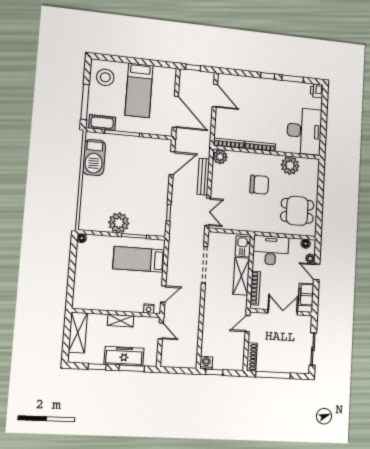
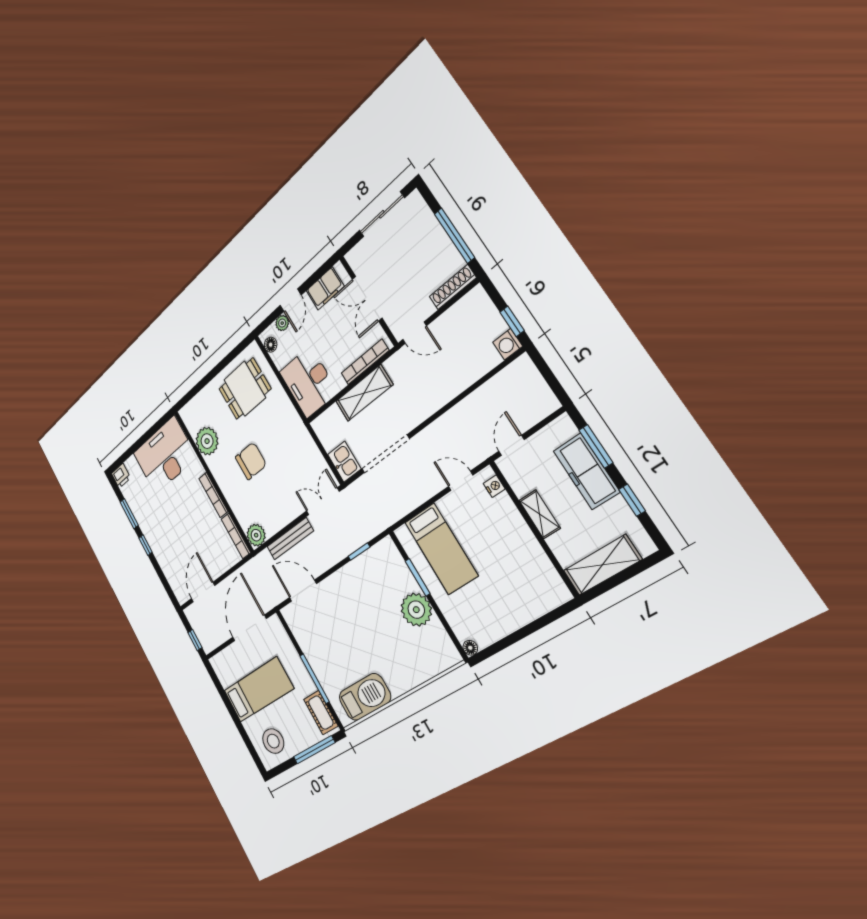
chair: (259, 185) -> (251, 461), turned 90
dining table: (297, 211) -> (245, 389), turned 90
kitchen sink: (243, 246) -> (344, 462), moved, turned -90

